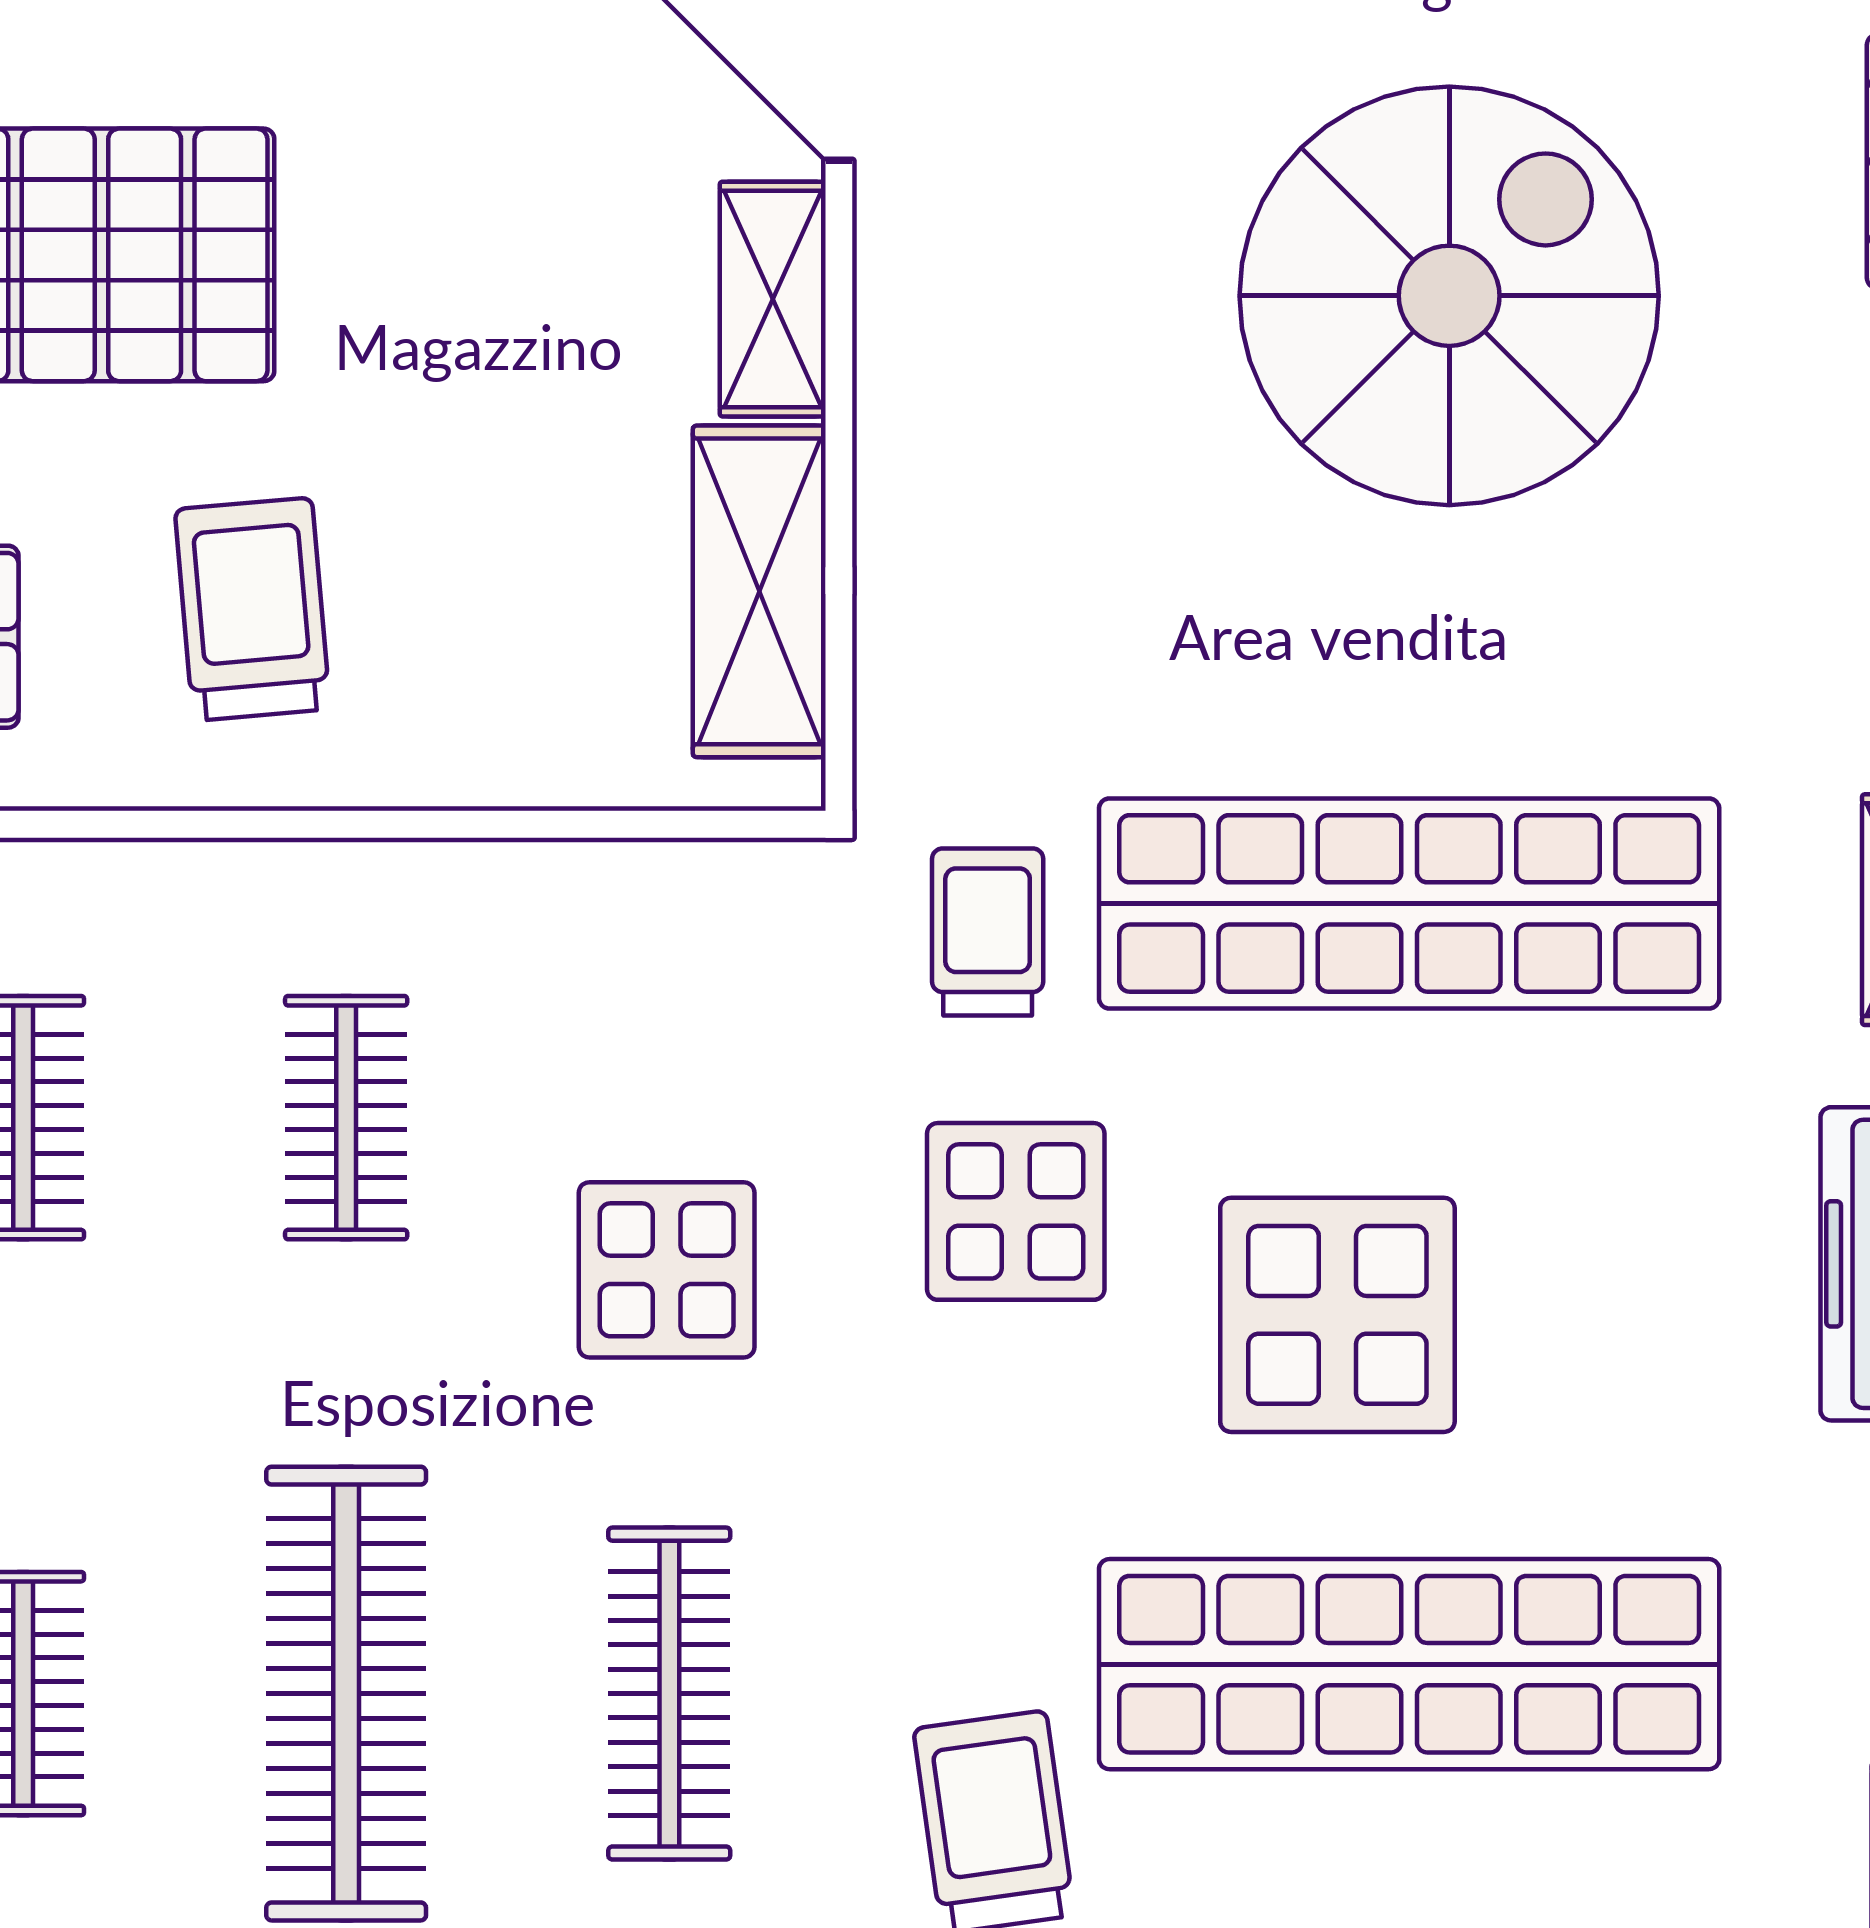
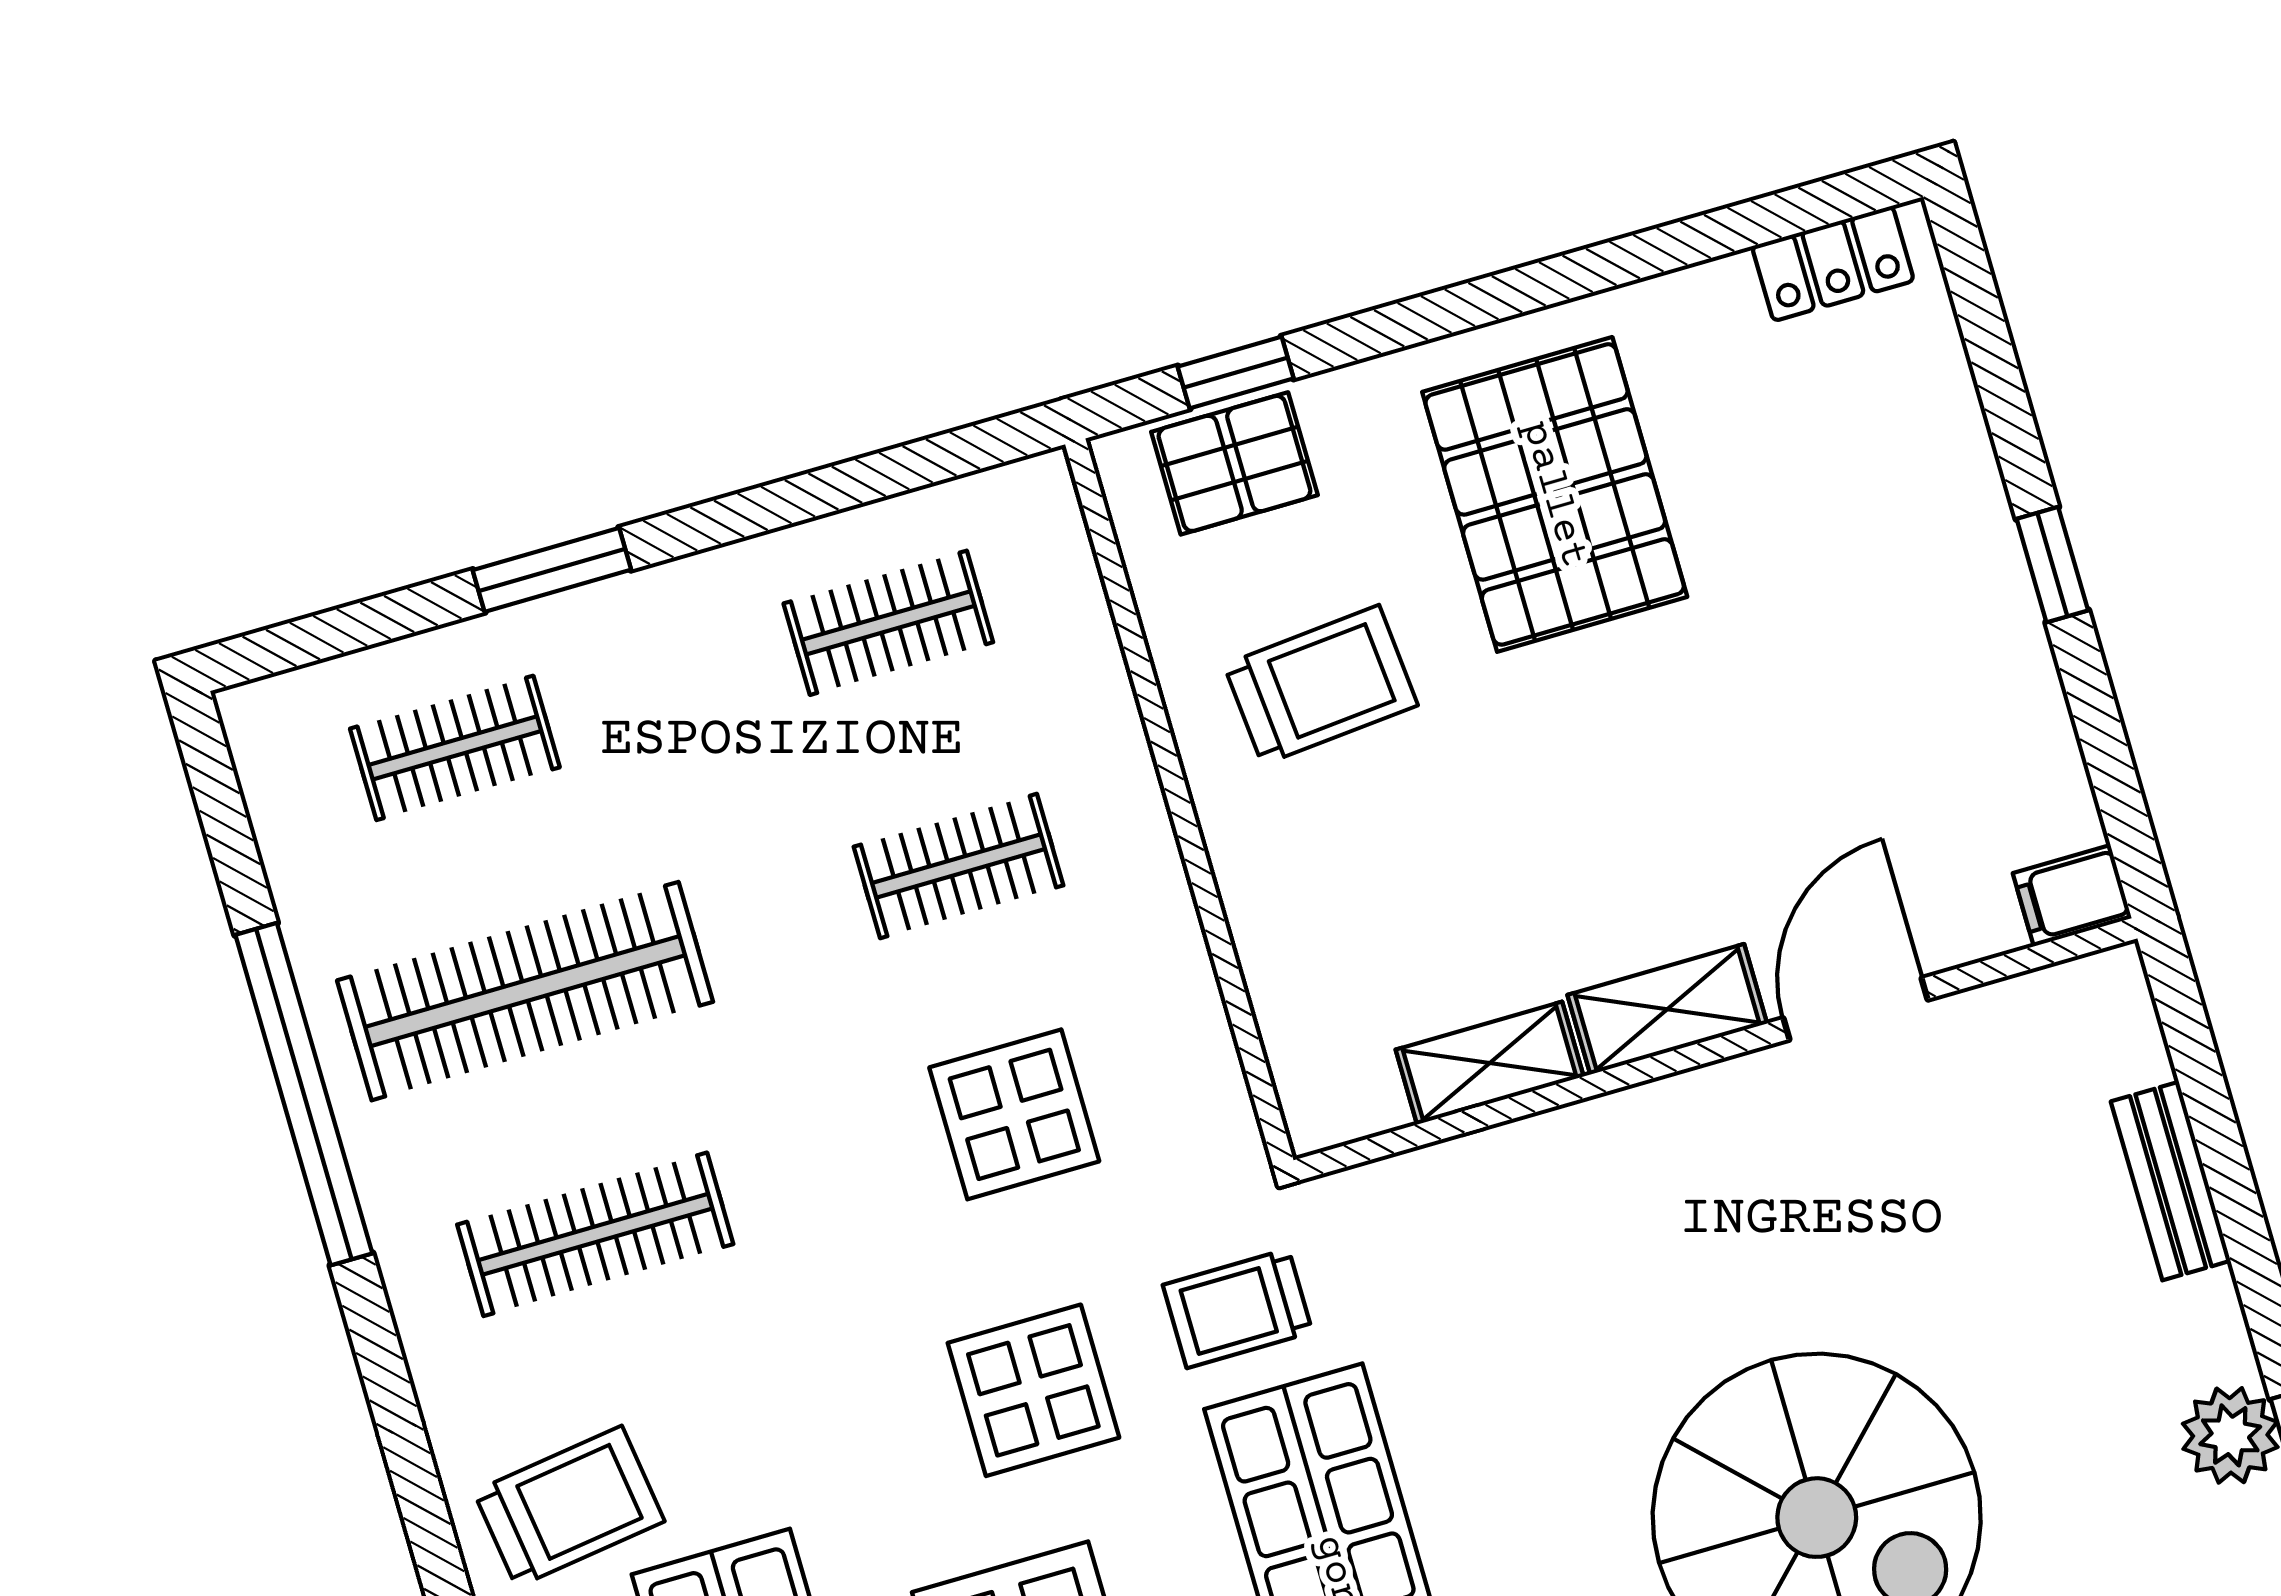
shelving: (759, 591) -> (1490, 1063), width x0.67, depth x0.75
trolley: (988, 932) -> (1238, 1308), turned 180
display table: (667, 1270) -> (1014, 1114), moved

